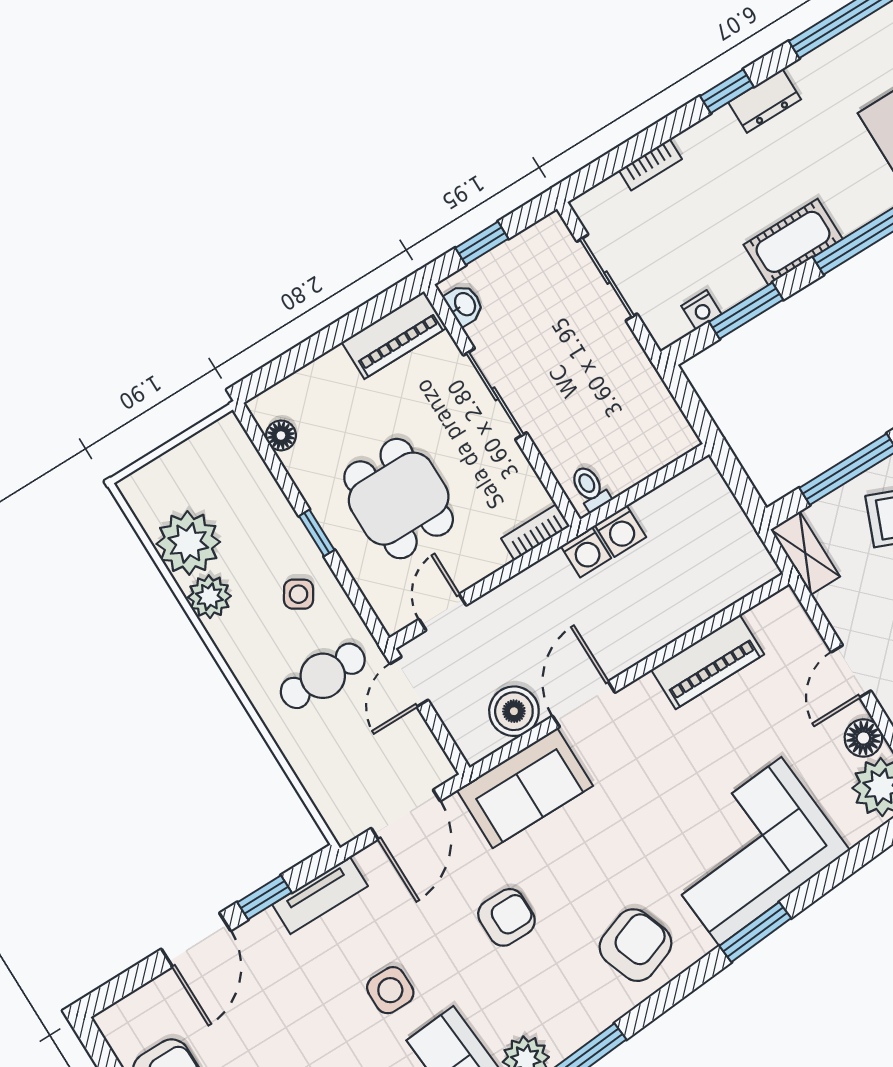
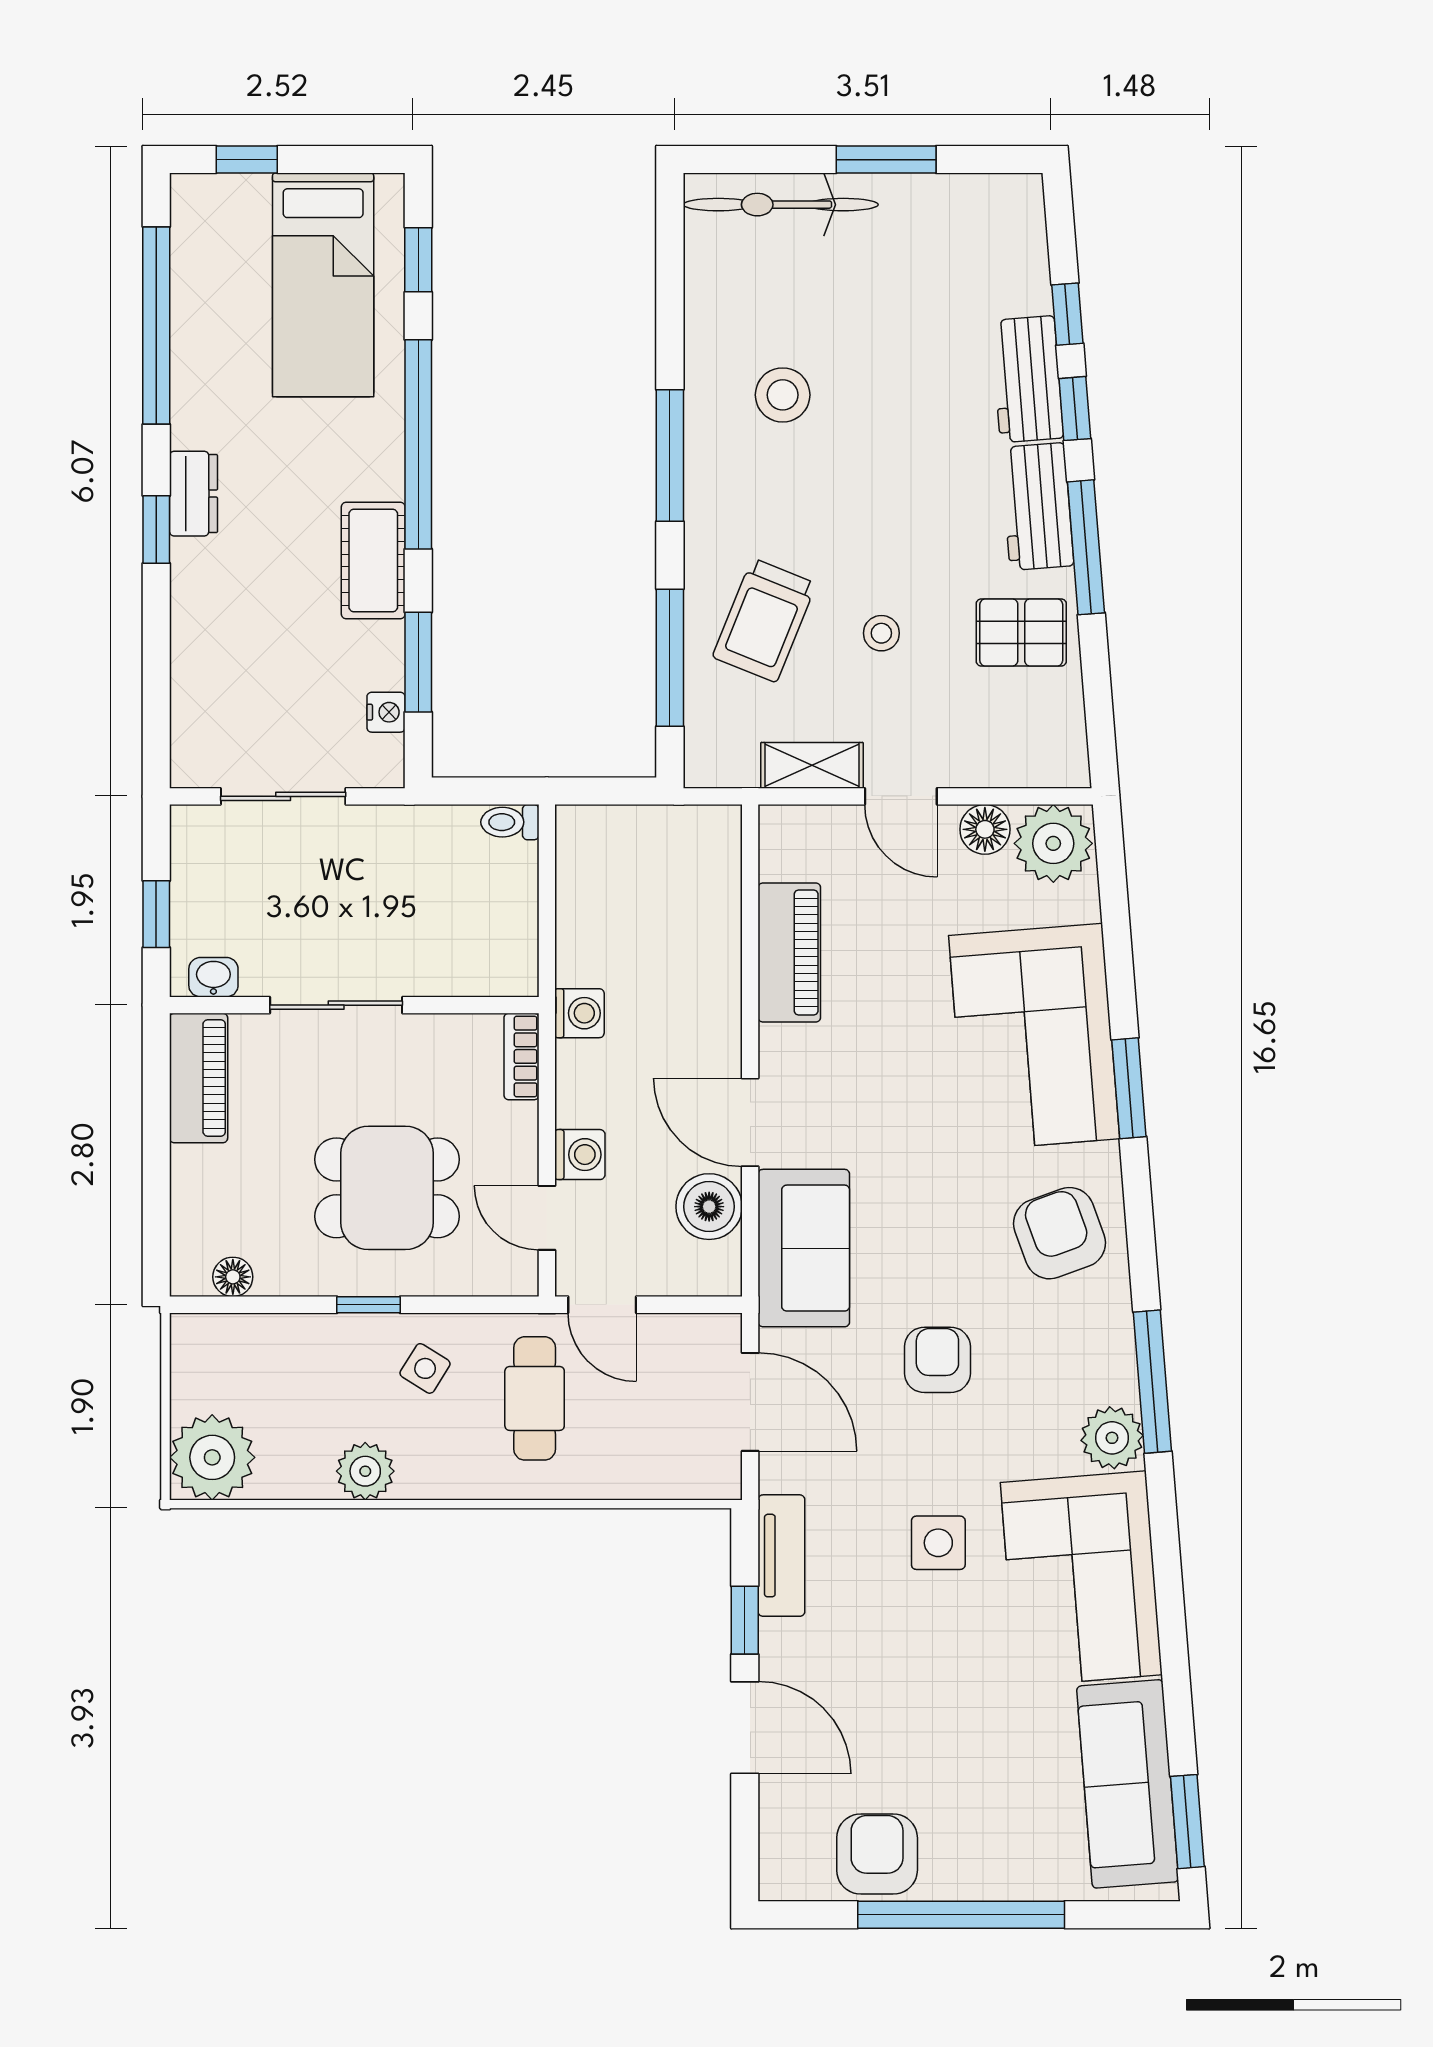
bookcase: (650, 165) -> (185, 668), removed
toilet: (590, 488) -> (510, 822), moved
washing machine: (620, 531) -> (580, 1155), moved
plant: (188, 543) -> (212, 1457), moved
shelving: (805, 553) -> (812, 765), moved

